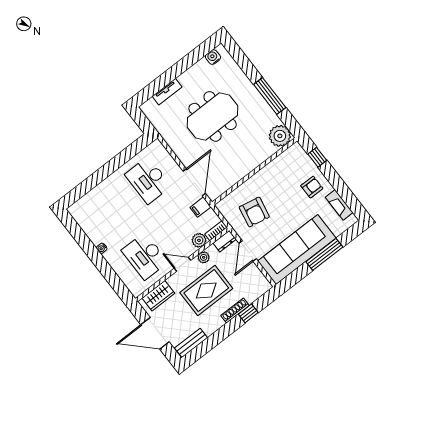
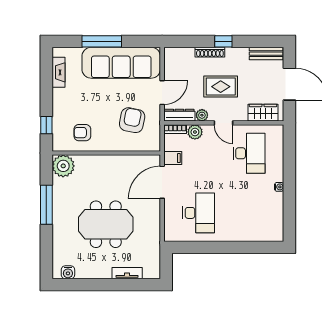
armchair: (312, 187) -> (82, 133), moved
dresser: (225, 241) -> (179, 115), width x1.44
rug: (206, 291) -> (221, 87), width x0.73, depth x0.70
window: (248, 313) -> (223, 41), moved

